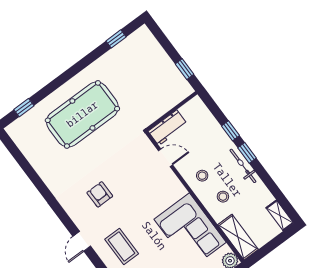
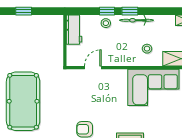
window: (185, 69) -> (24, 11), moved
workbench: (168, 128) -> (74, 30), moved
stool: (202, 176) -> (106, 23), moved

